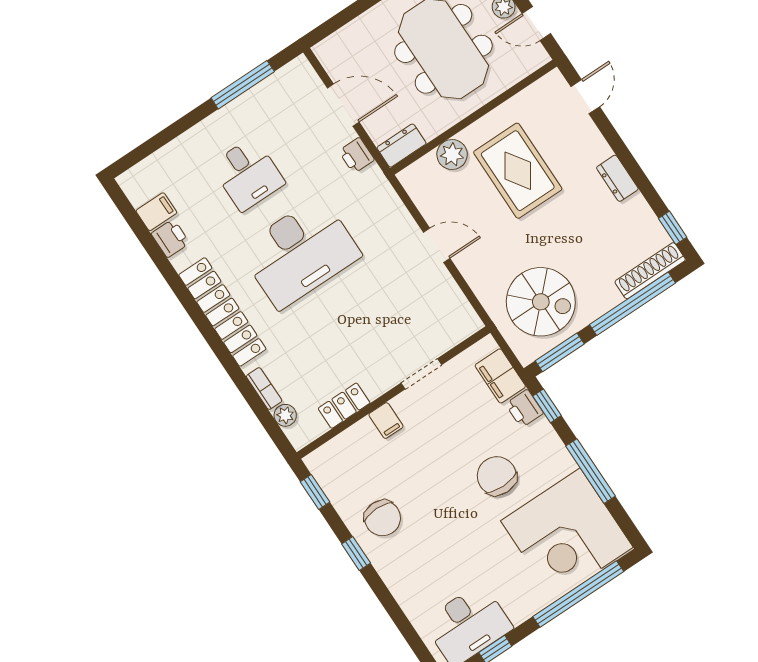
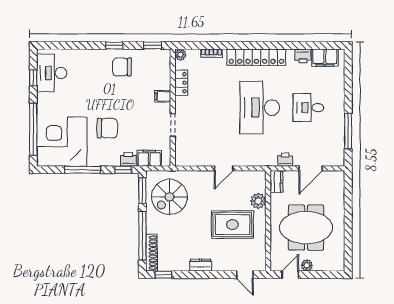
filing cabinet: (156, 212) -> (325, 58), width x2.00
plant: (285, 415) -> (181, 55), moved

